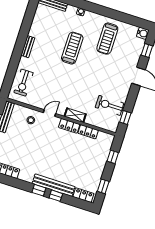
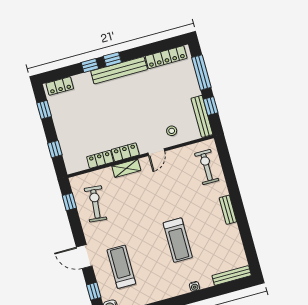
treadmill: (107, 39) -> (121, 267), moved
exercise bike: (110, 105) -> (95, 204), turned -84
bench: (54, 185) -> (119, 70), moved

